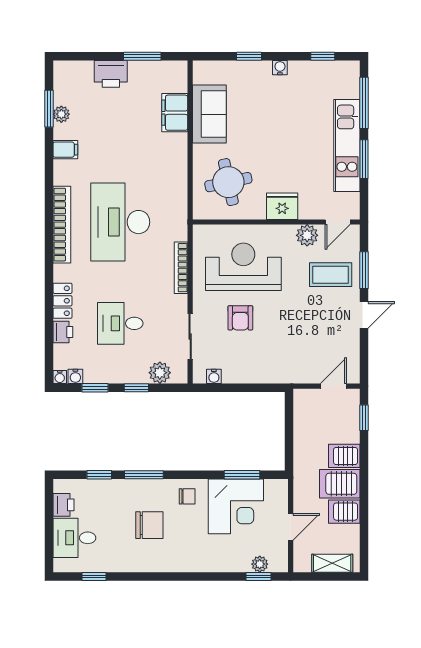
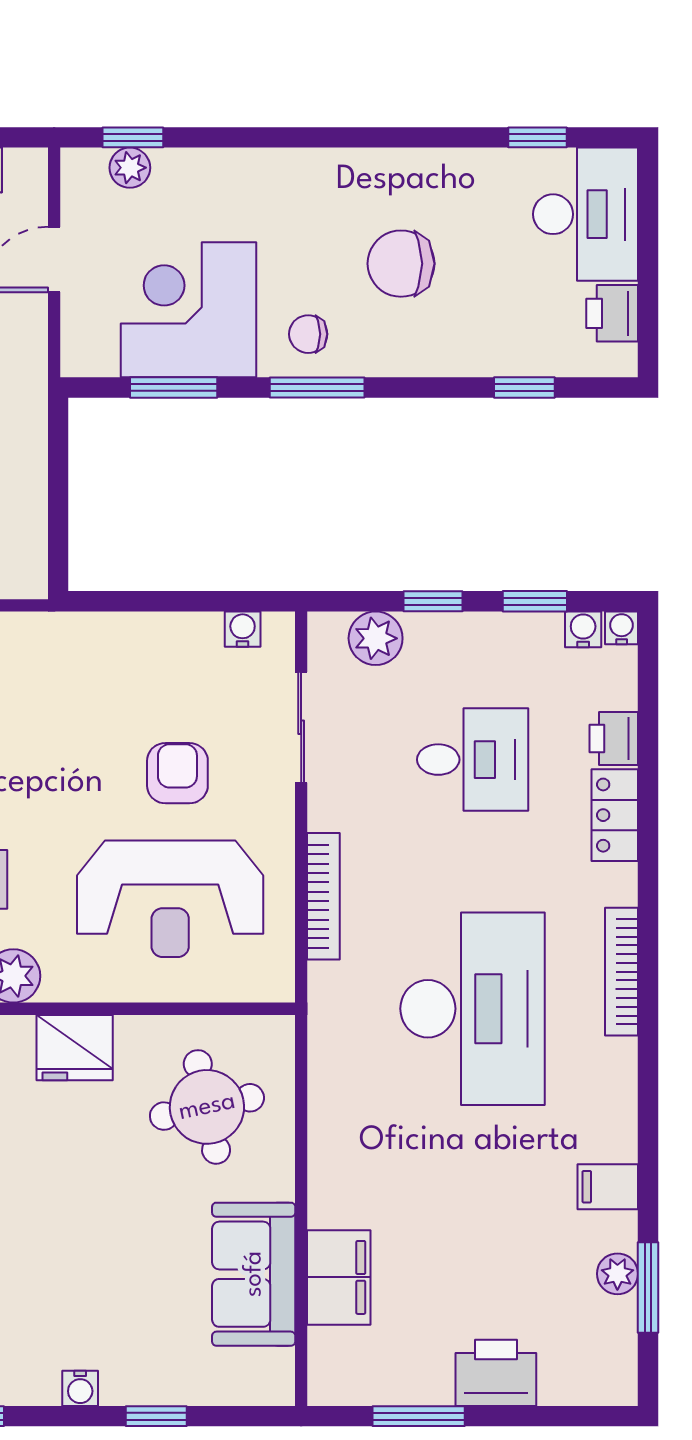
bookcase: (62, 225) -> (622, 972), width x0.68, depth x0.76
window: (144, 475) -> (317, 387), moved
desk: (74, 538) -> (586, 214), width x1.37

